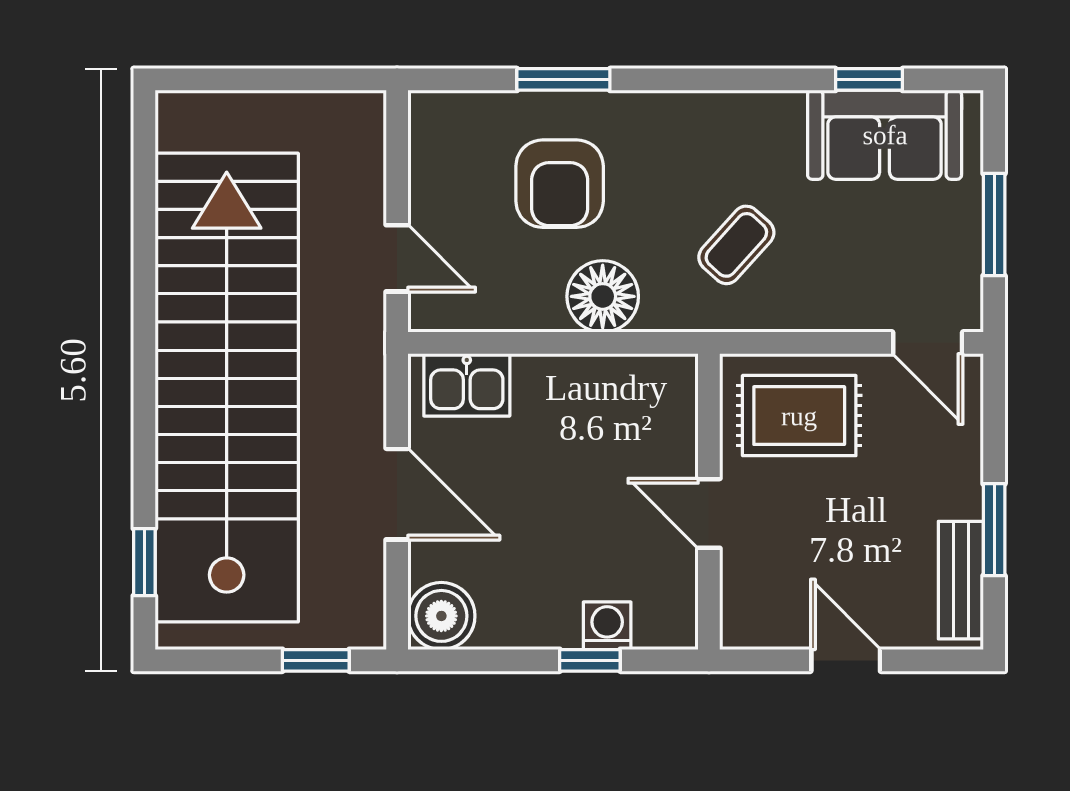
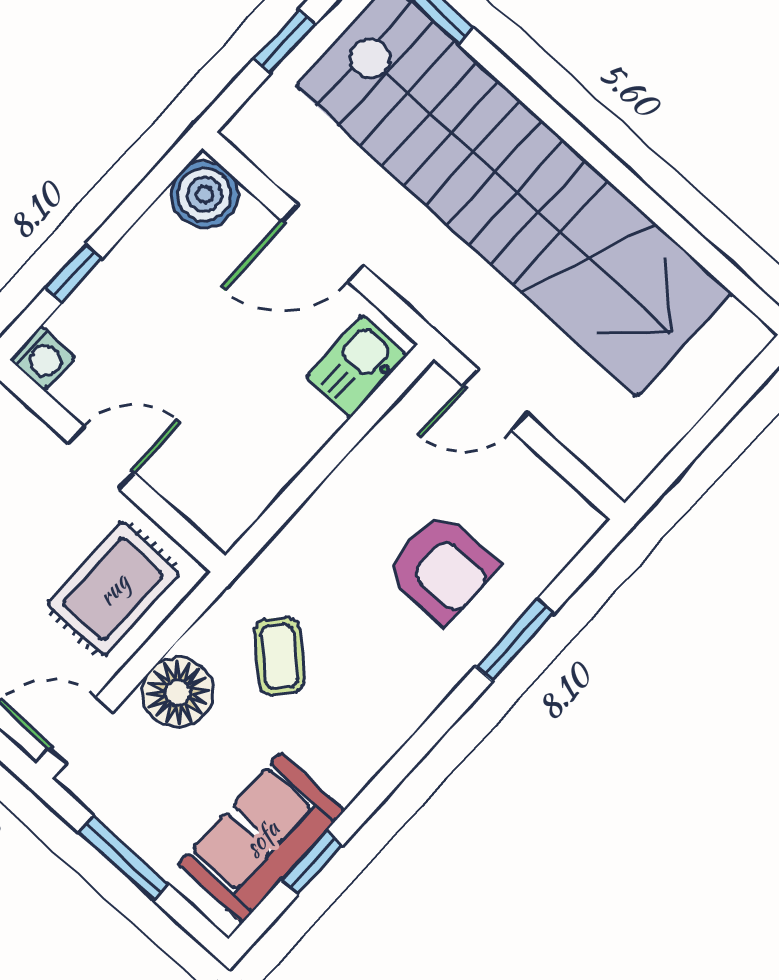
armchair: (560, 184) -> (441, 568), turned 180
floor lamp: (603, 296) -> (178, 692), moved
washing machine: (607, 626) -> (43, 358), moved
window: (316, 660) -> (285, 42), moved

